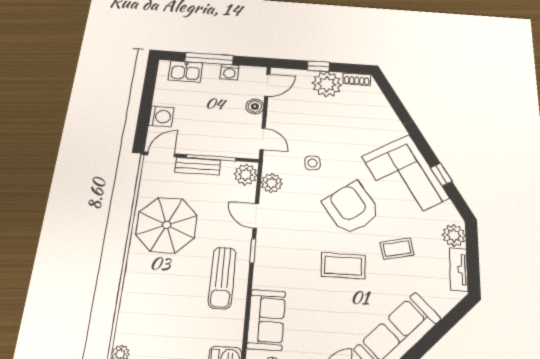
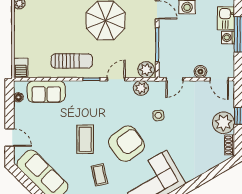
washing machine: (230, 72) -> (228, 38), moved
bench: (198, 166) -> (150, 36), removed
sun lounger: (222, 278) -> (72, 61), turned 180

